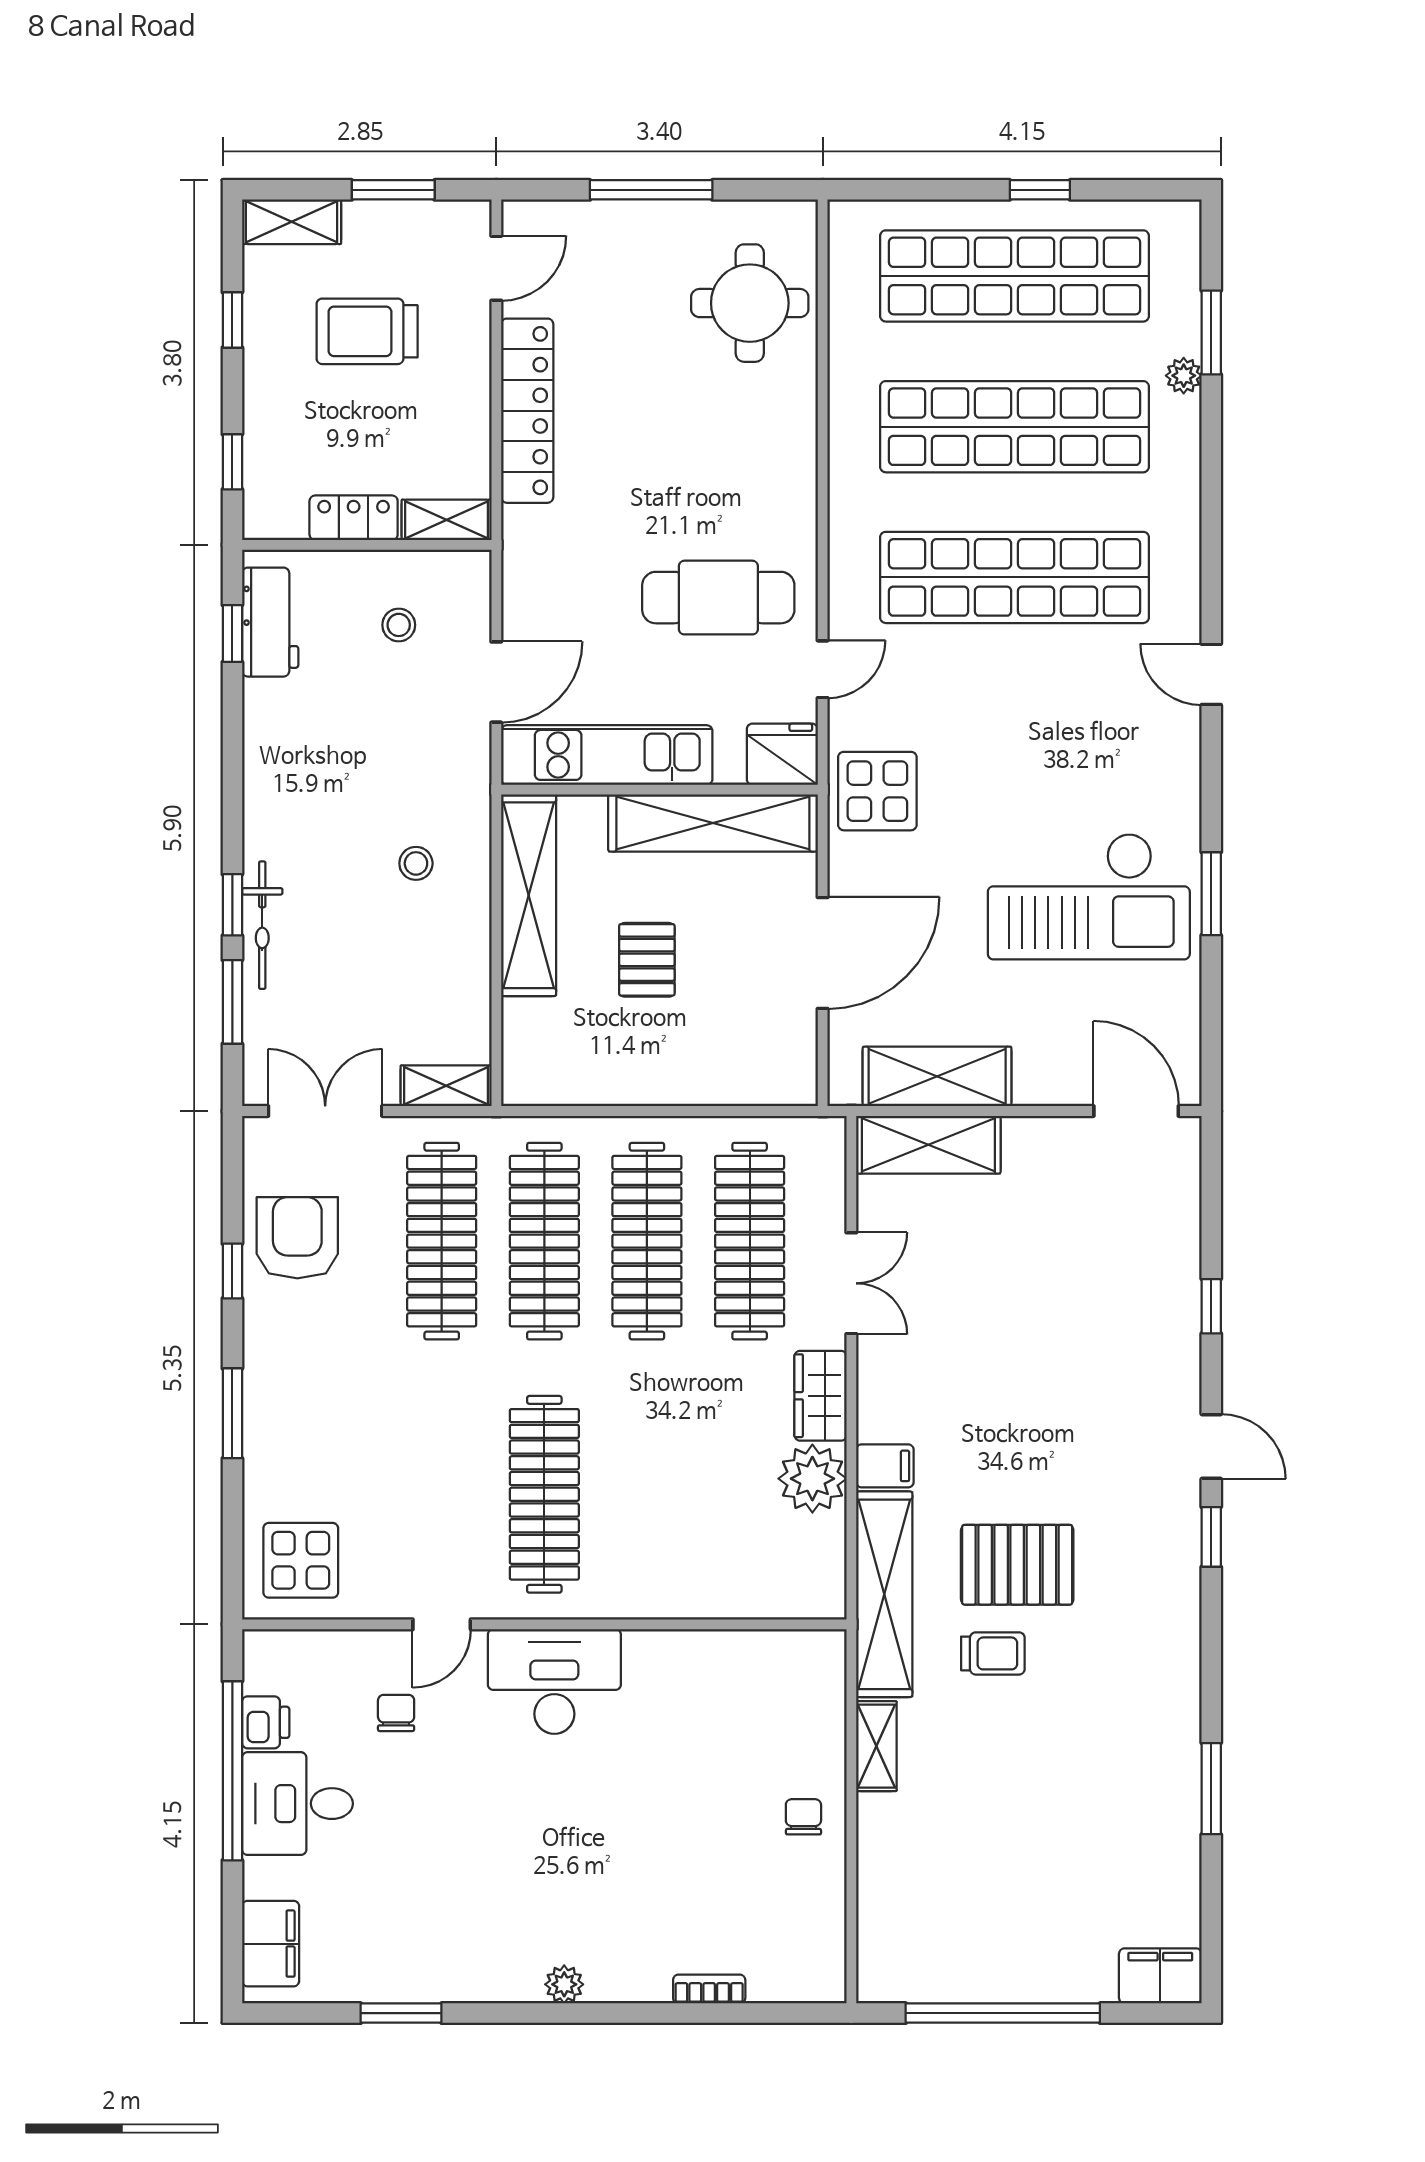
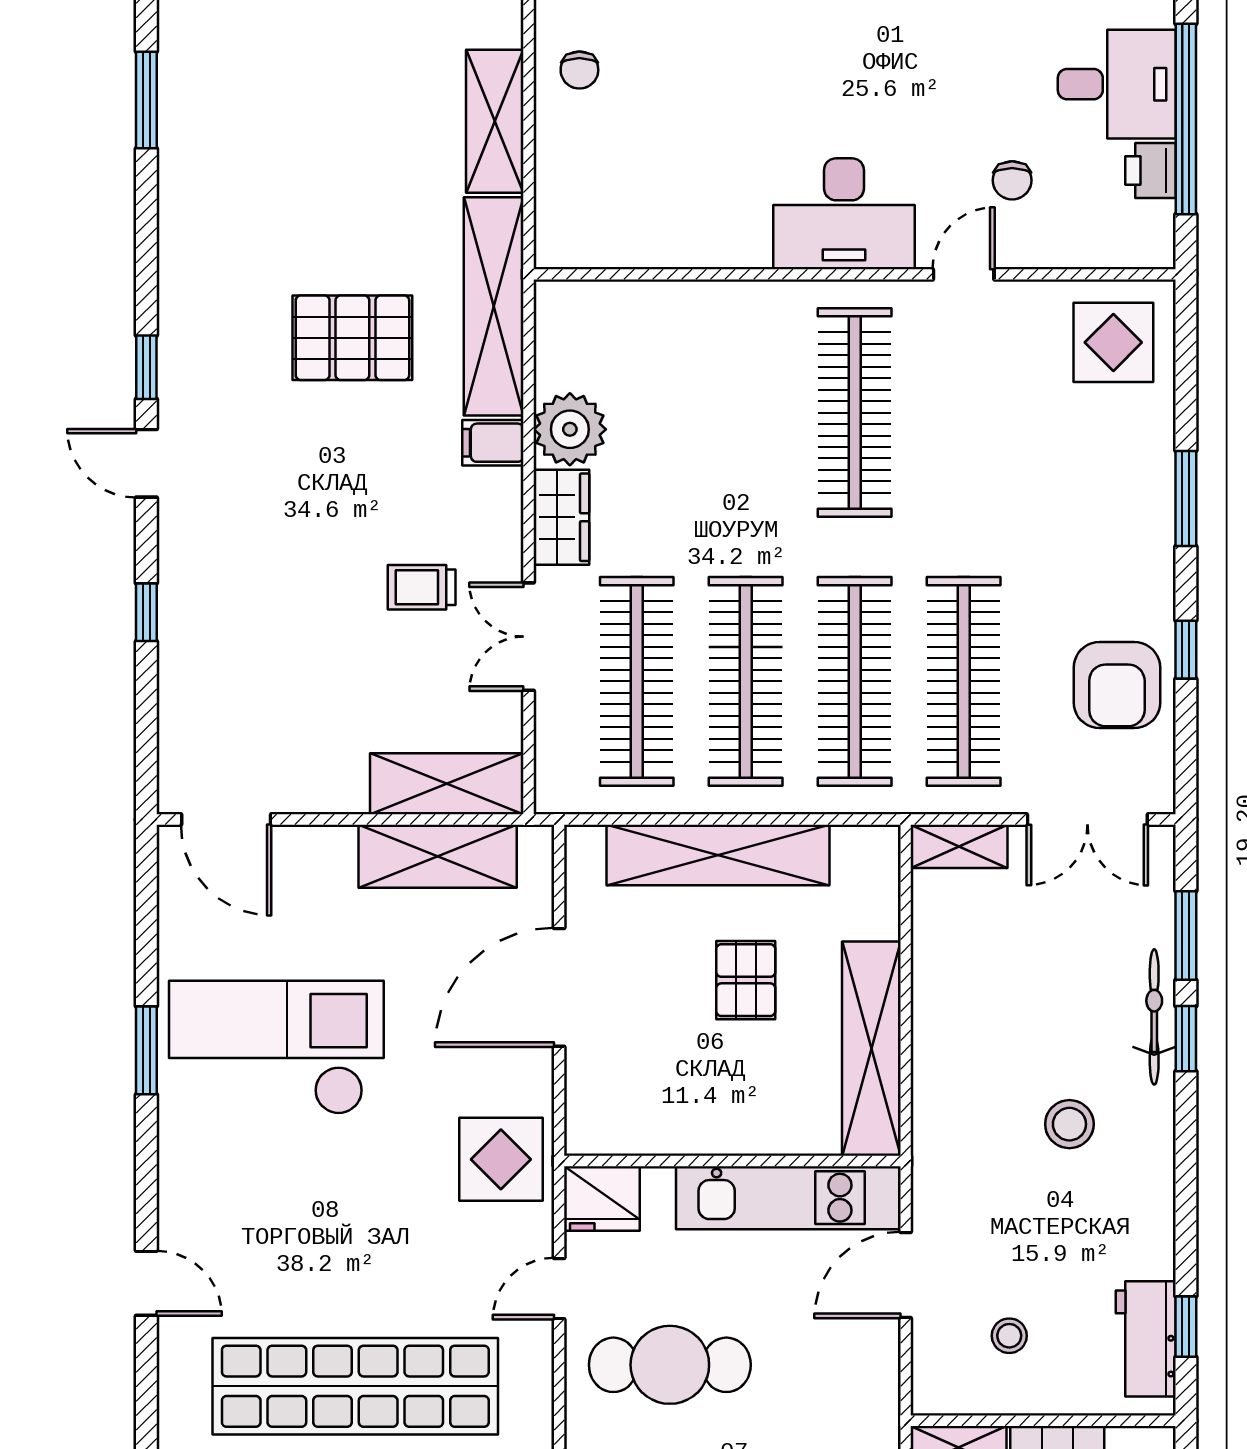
shelving: (713, 823) -> (718, 855), moved
stool: (416, 863) -> (1069, 1124), moved, width x1.37, depth x1.37
trolley: (993, 1653) -> (422, 587), moved
shelving: (876, 1746) -> (495, 121), width x1.50, depth x1.33

